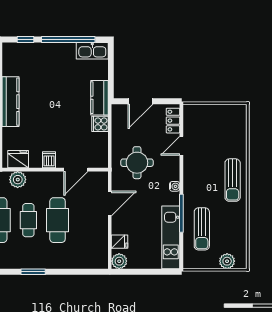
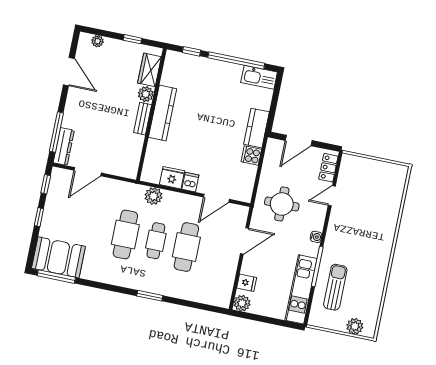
fridge: (18, 159) -> (172, 178), moved
sun lounger: (233, 180) -> (378, 243), removed
sun lounger: (202, 229) -> (335, 287), turned 180

